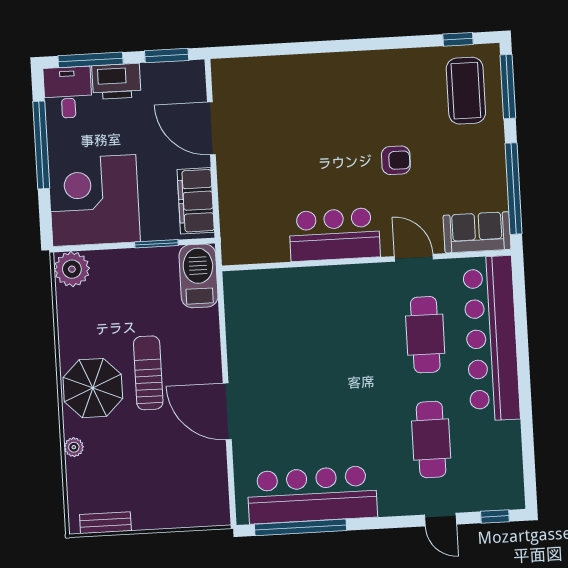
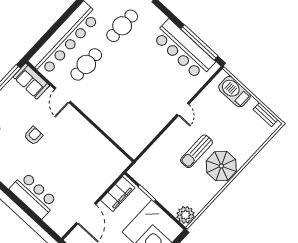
armchair: (396, 160) -> (33, 136), turned 89
bar counter: (334, 234) -> (34, 195), moved, turned 180
barbecue: (199, 276) -> (235, 92), moved, turned 90
door: (227, 411) -> (183, 109), width x0.53
plant: (74, 447) -> (249, 152), removed

